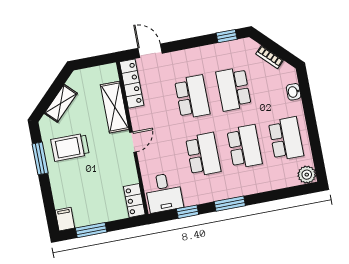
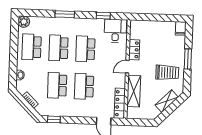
school desk: (234, 89) -> (57, 85), turned 180
window: (40, 158) -> (188, 59), moved
locker: (134, 201) -> (134, 50), moved
window: (230, 204) -> (65, 14), moved
window: (91, 230) -> (166, 18), removed

